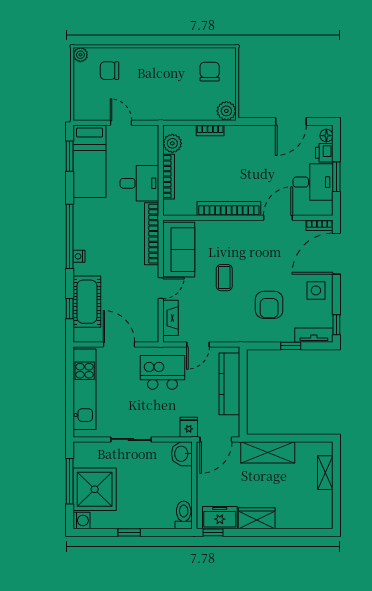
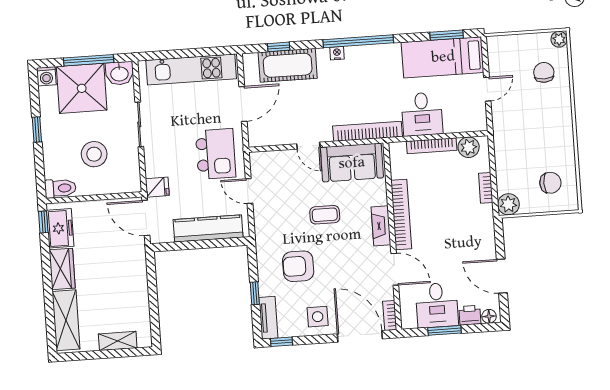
fireplace: (171, 318) -> (381, 226), moved, turned 90
shelving: (268, 452) -> (66, 320), moved
washbasin: (182, 454) -> (119, 73), moved, turned 180
stool: (155, 482) -> (94, 154), added

